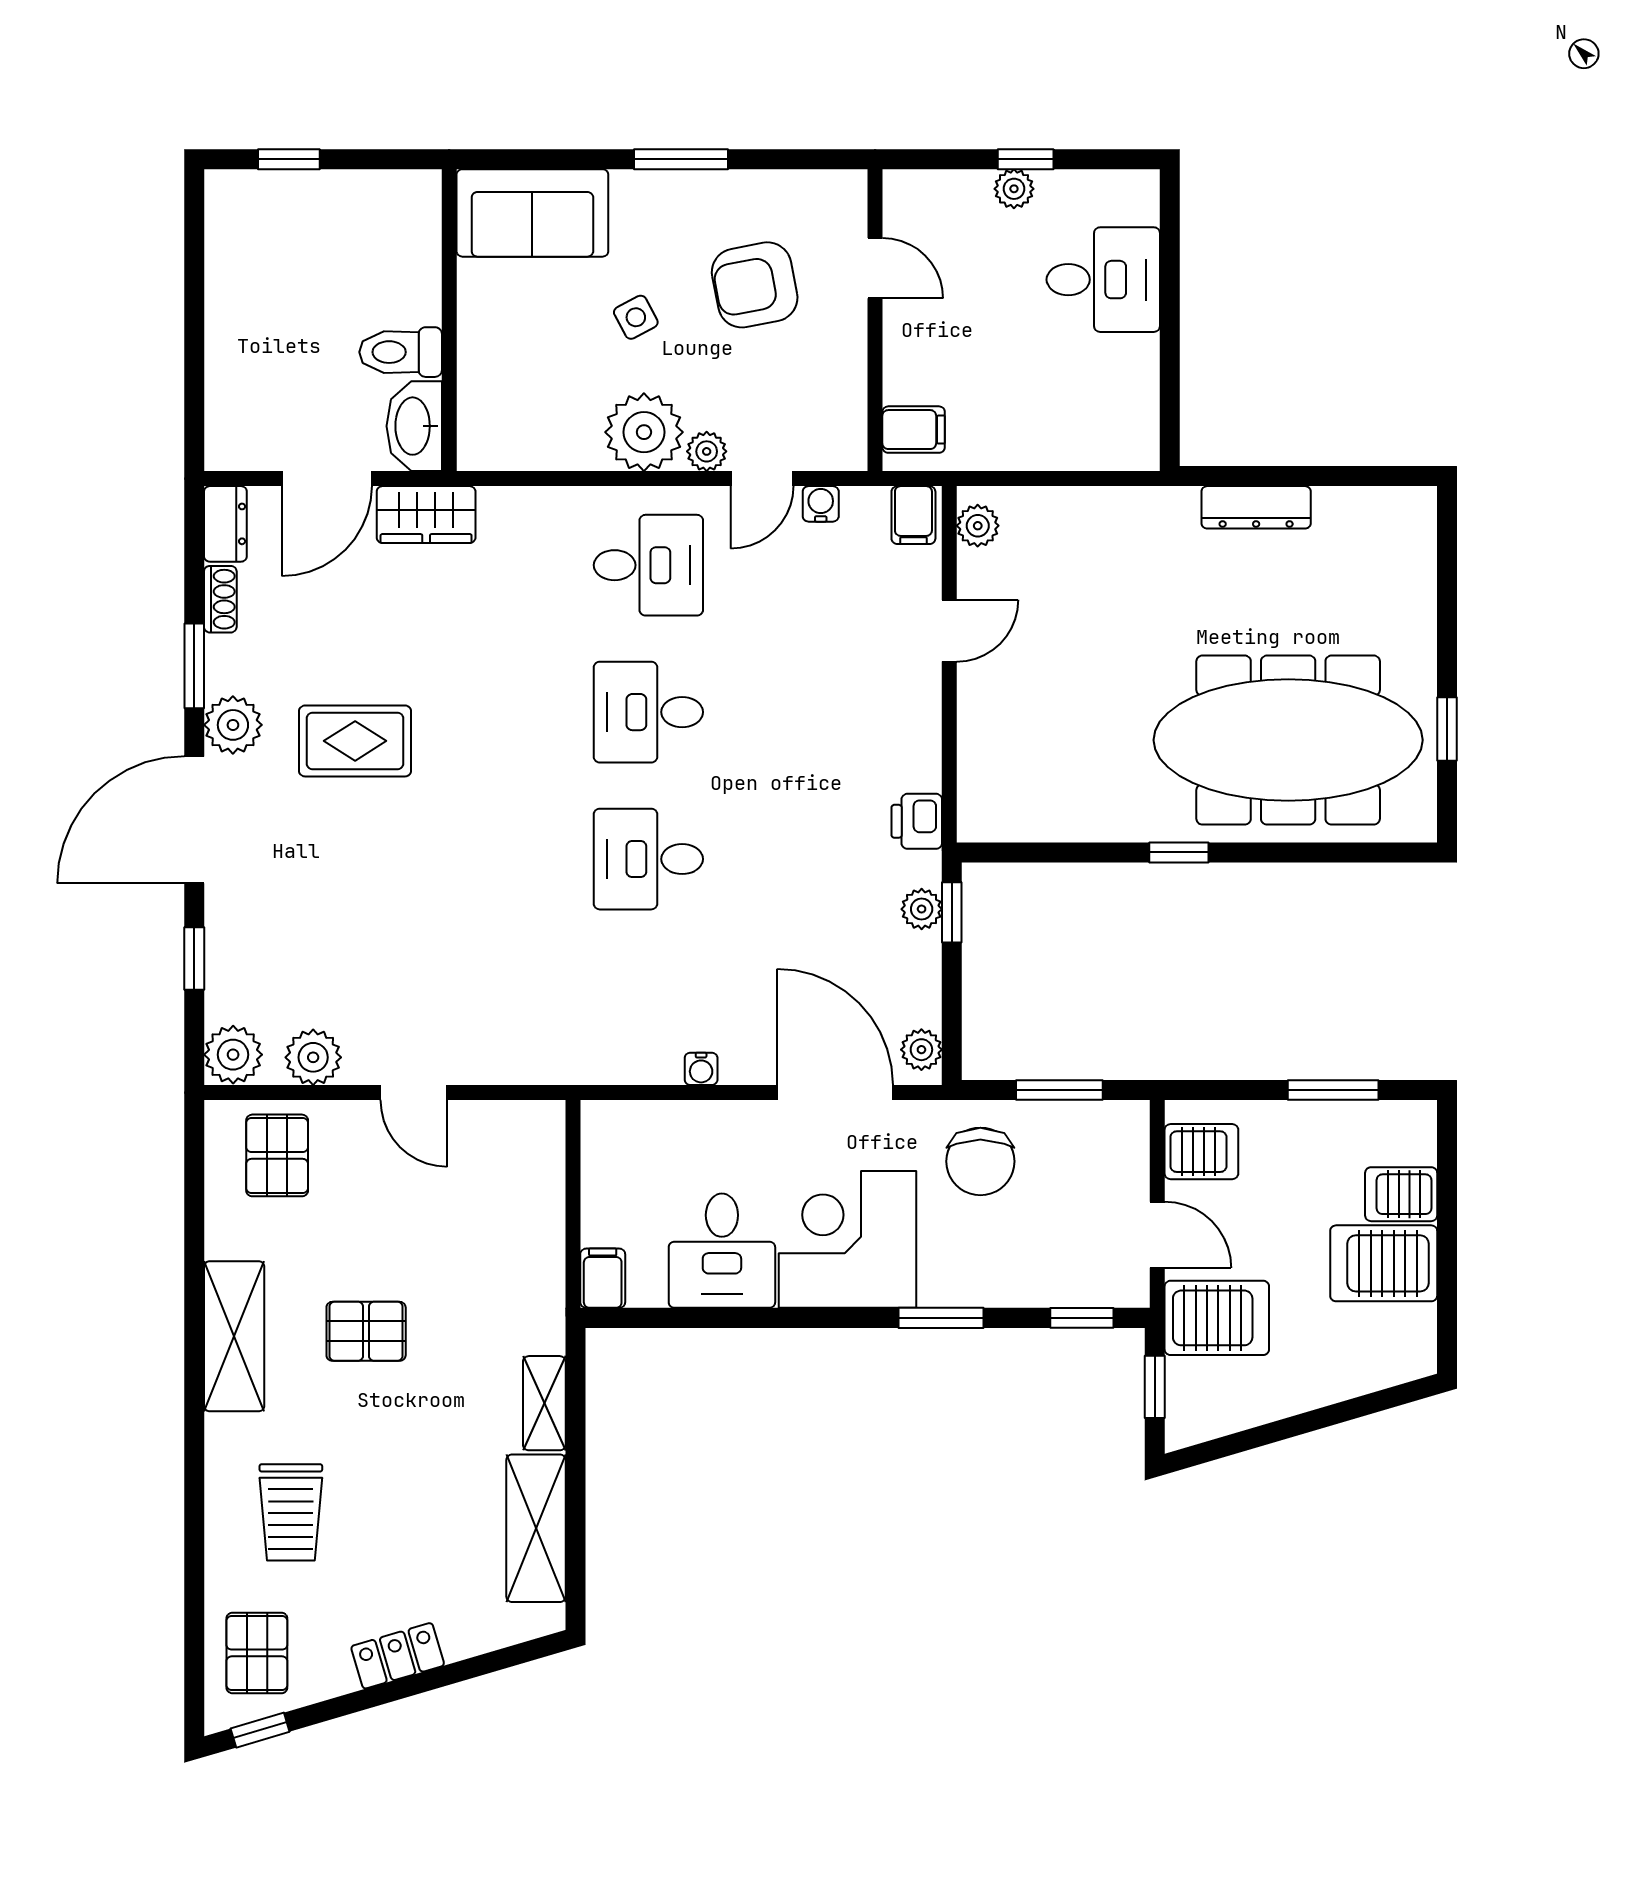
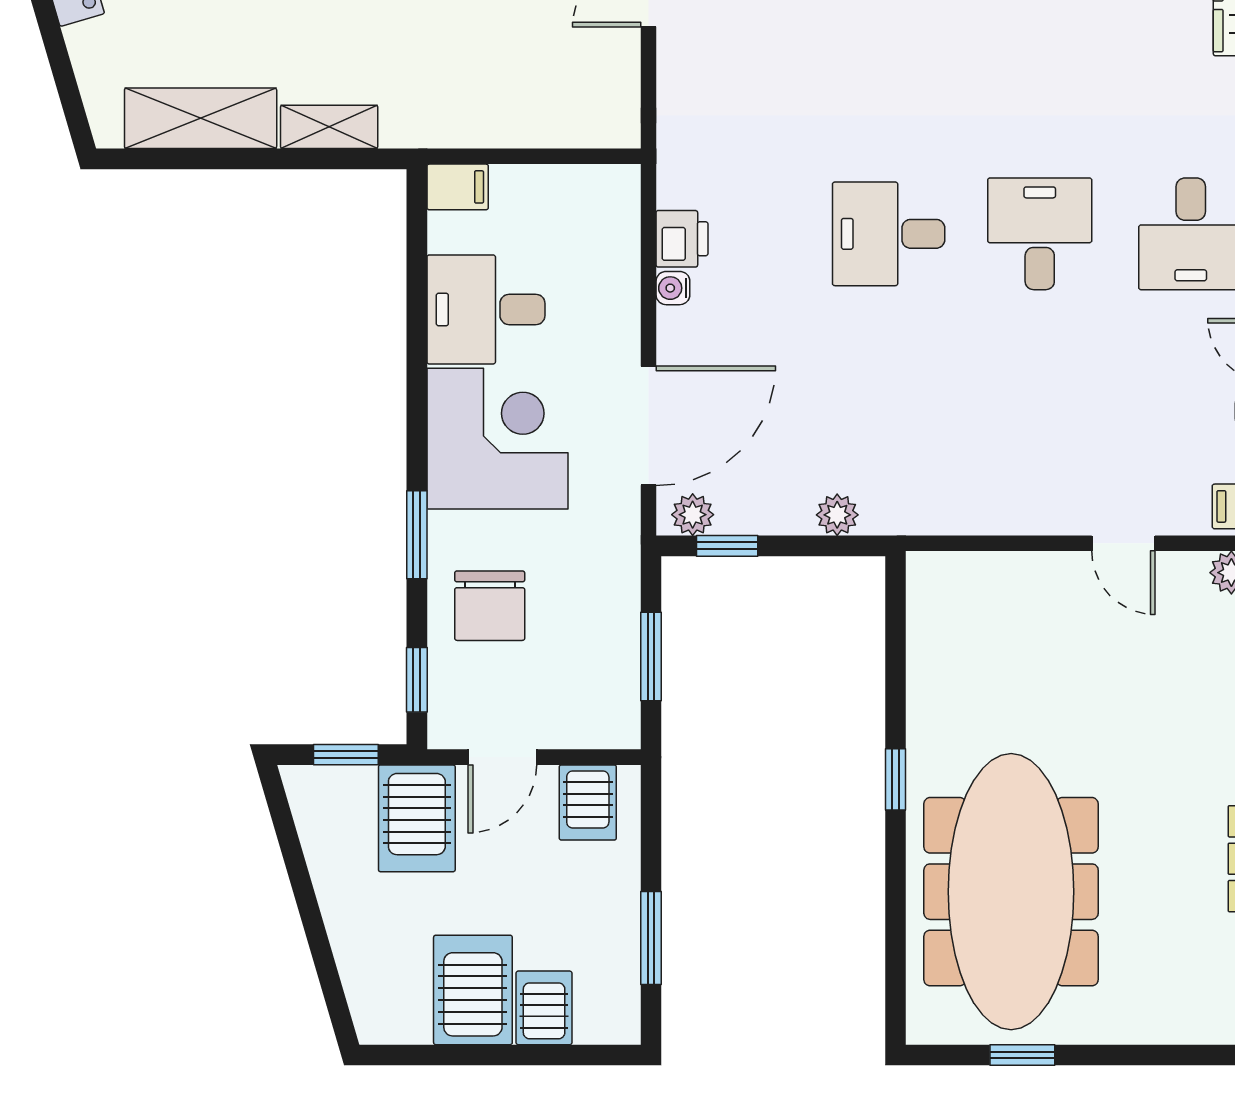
printer: (917, 821) -> (682, 239), moved, turned 90
desk: (648, 859) -> (889, 234), turned -90
window: (952, 912) -> (727, 546), moved
chair: (980, 1161) -> (490, 606), moved, turned -90

